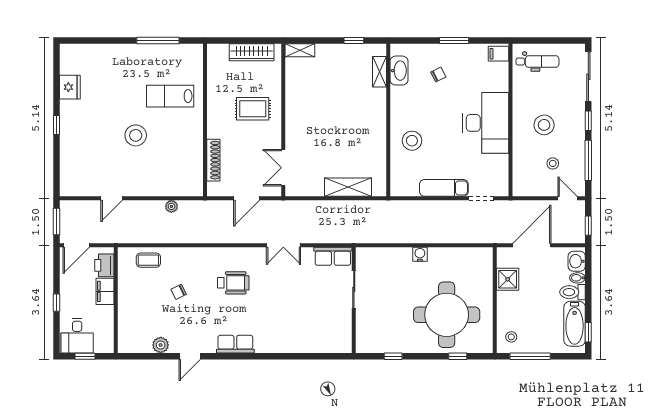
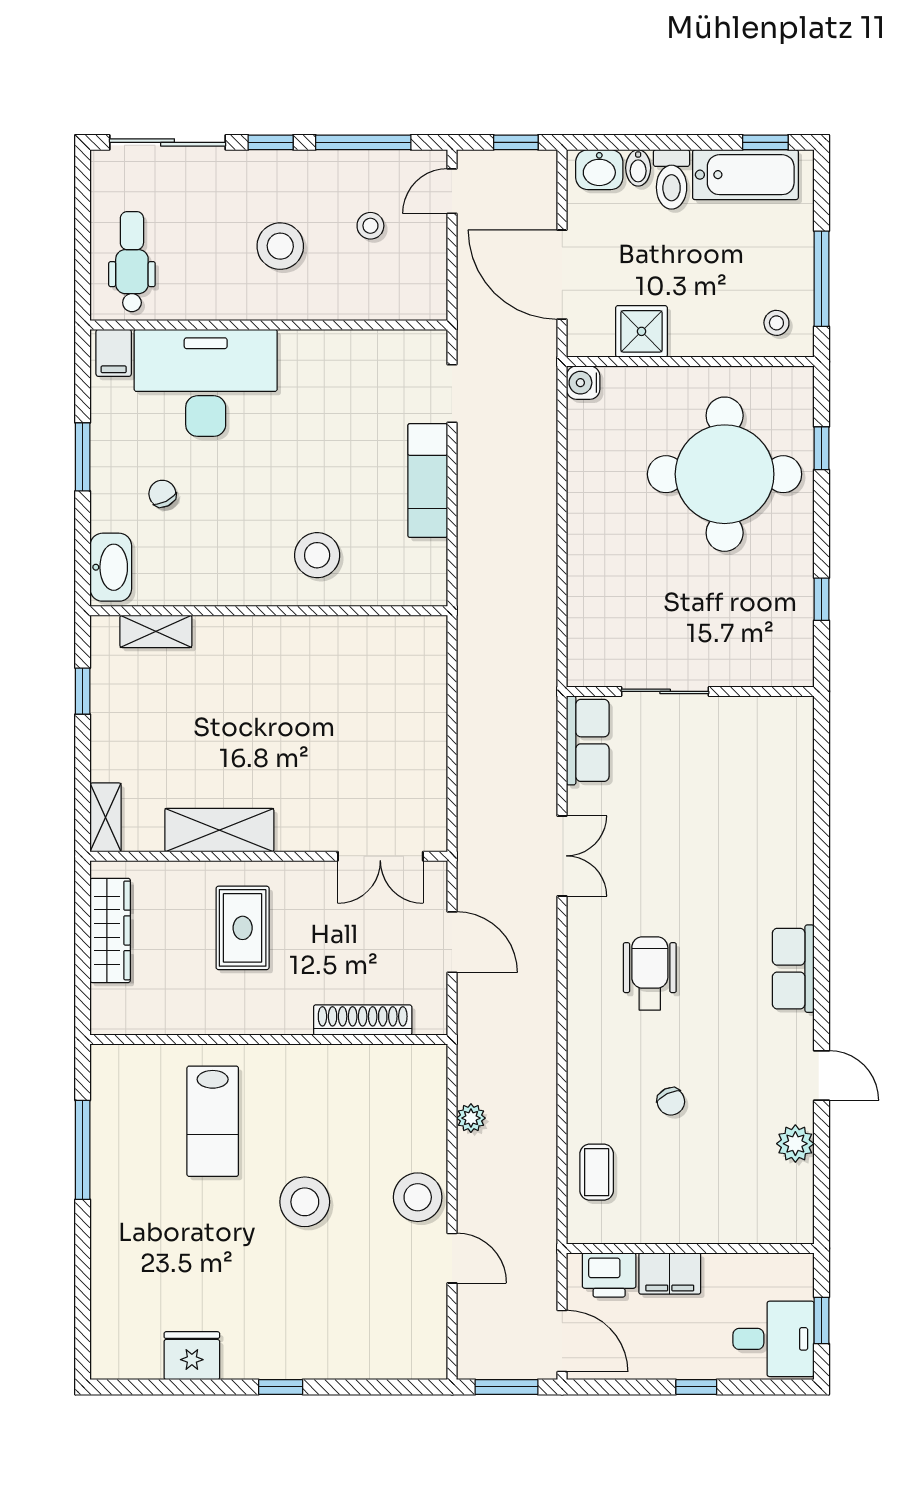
washbasin: (399, 71) -> (111, 567), moved, turned 90
desk: (486, 123) -> (206, 383), moved
stool: (138, 184) -> (418, 1197), added
shelving: (348, 187) -> (219, 830), moved, turned 90
water cooler: (420, 254) -> (583, 383), moved

